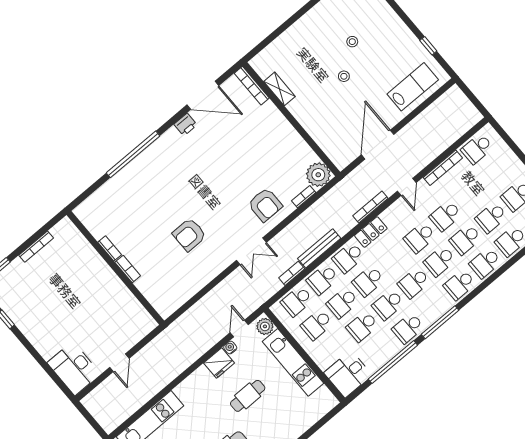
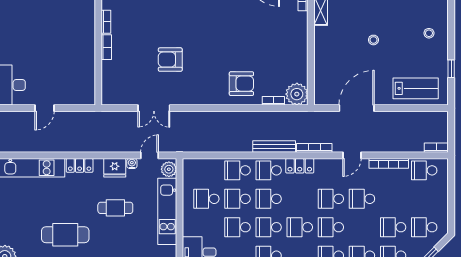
stool: (352, 42) -> (429, 33), moved
armchair: (265, 205) -> (241, 84), turned -90
school desk: (465, 239) -> (362, 227), removed
bench: (319, 248) -> (274, 147), moved
double door: (251, 251) -> (154, 108), moved
bookcase: (292, 273) -> (436, 148), moved
school desk: (297, 301) -> (206, 170), removed
locker: (188, 386) -> (80, 165), added

